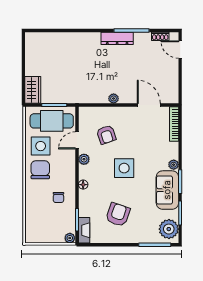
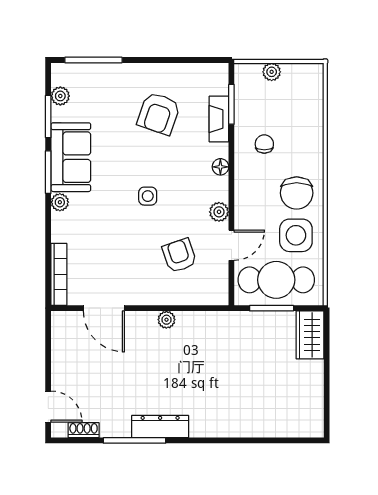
side table: (124, 168) -> (148, 196), width x0.54, depth x0.54
plant: (169, 229) -> (60, 96), width x0.53, depth x0.53
fireplace: (84, 230) -> (219, 119), moved
plant: (70, 238) -> (272, 72), moved

